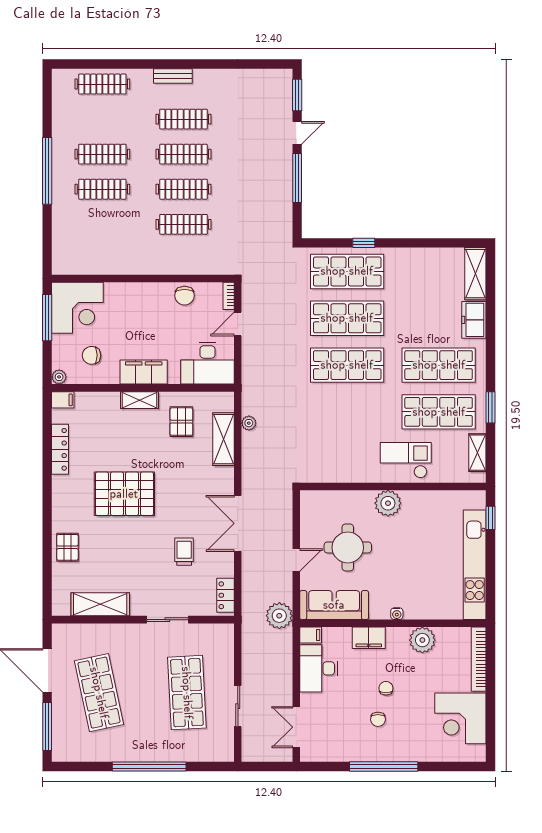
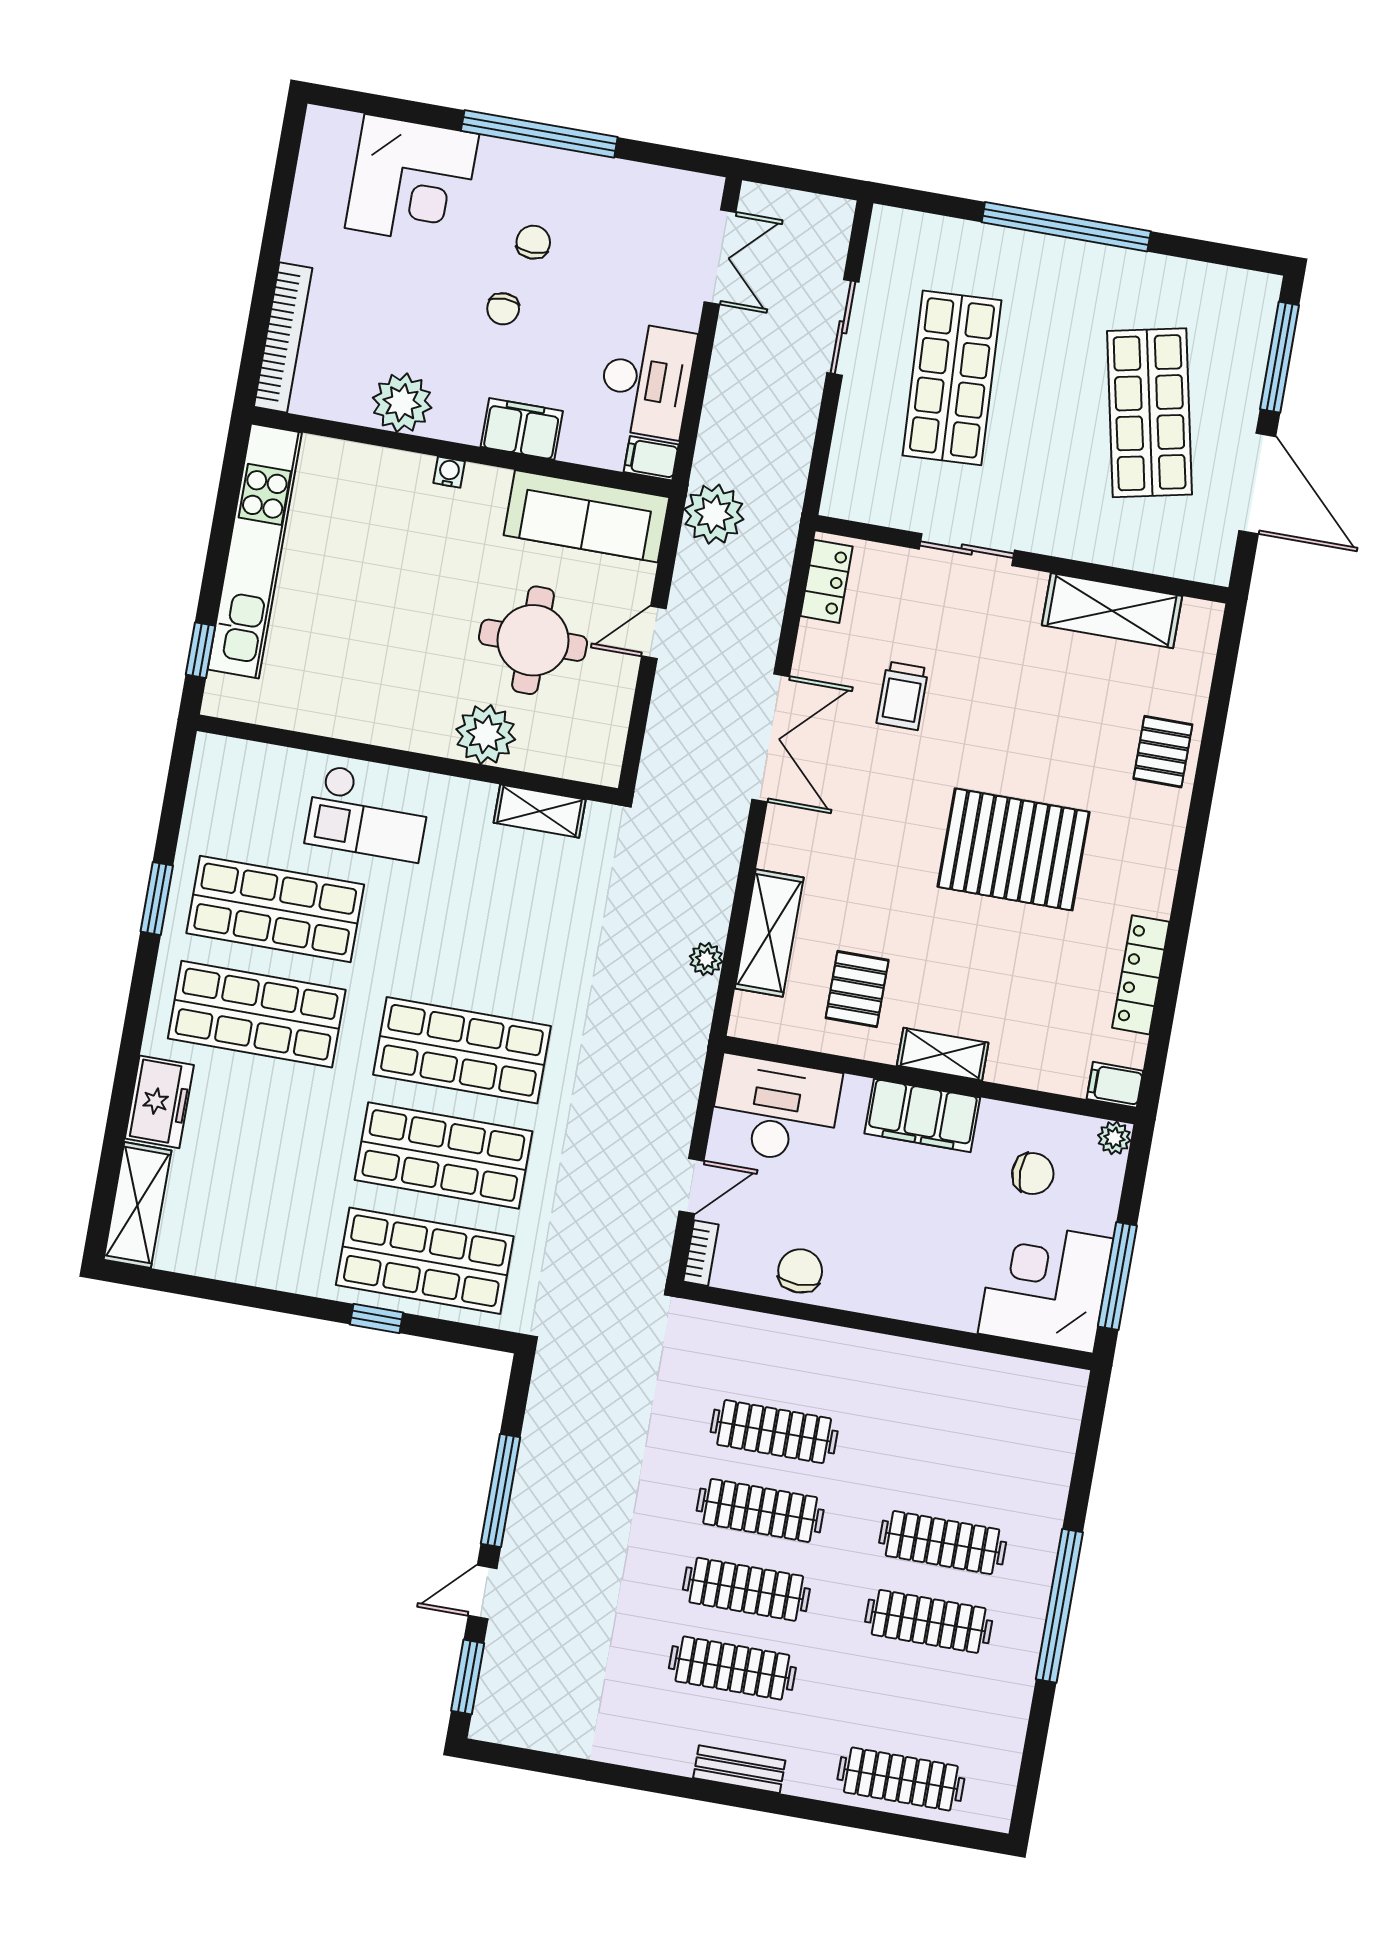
shelving: (477, 453) -> (540, 811), moved, turned 90
plant: (388, 503) -> (486, 734), moved
corner desk: (460, 718) -> (412, 181), moved, turned 90

